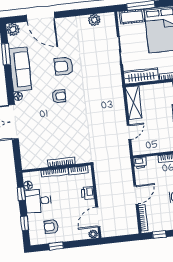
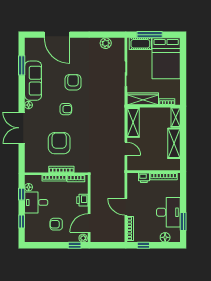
plant: (13, 30) -> (31, 44), removed
armchair: (64, 66) -> (73, 82), turned 90
door: (129, 132) -> (126, 149), hinge flipped
armchair: (56, 134) -> (59, 143), added
printer: (140, 163) -> (144, 178), moved
door: (136, 195) -> (126, 207), swing flipped
armchair: (51, 227) -> (56, 224), moved
window: (56, 246) -> (75, 245), moved

